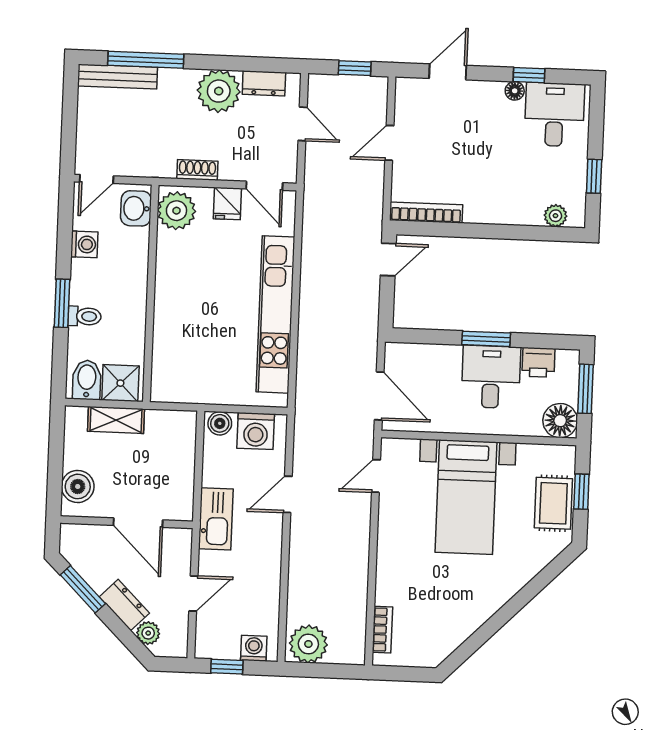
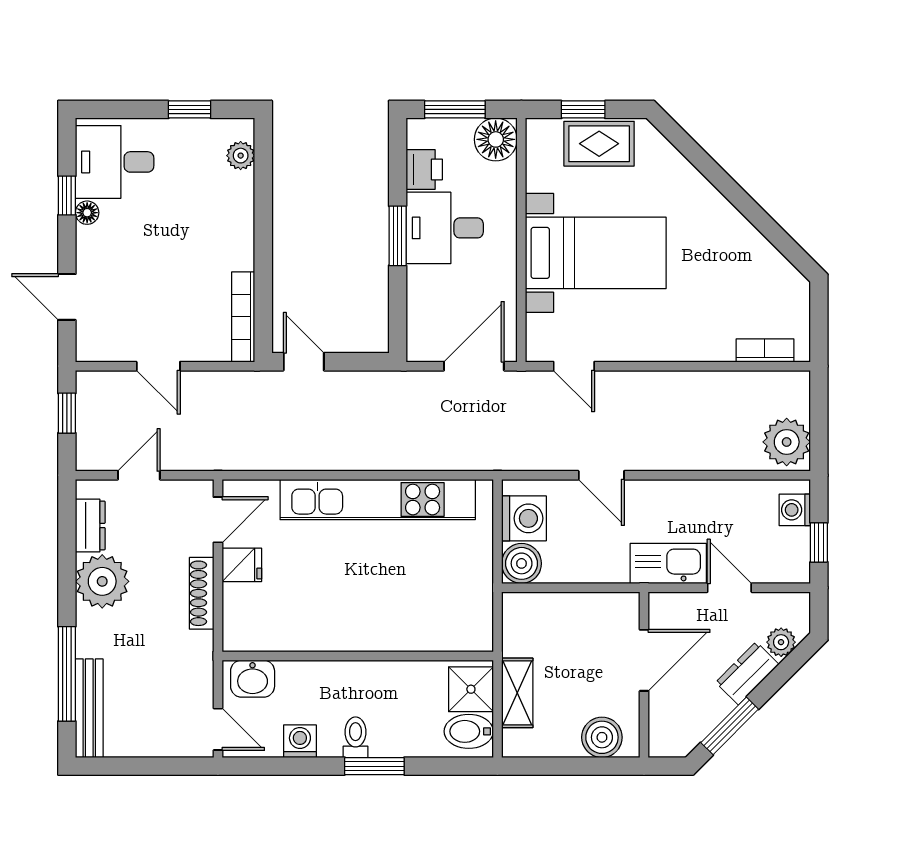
shoe rack: (197, 170) -> (202, 593), width x1.43
plant: (176, 211) -> (253, 628), removed
toilet: (85, 316) -> (356, 737), moved
boiler: (220, 423) -> (522, 563), width x1.36, depth x1.36
kitchen sink: (216, 519) -> (668, 564), moved

